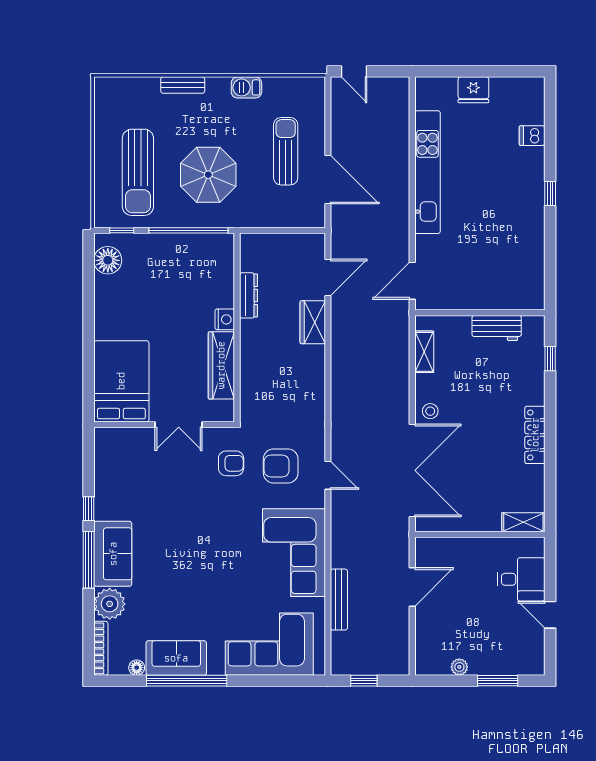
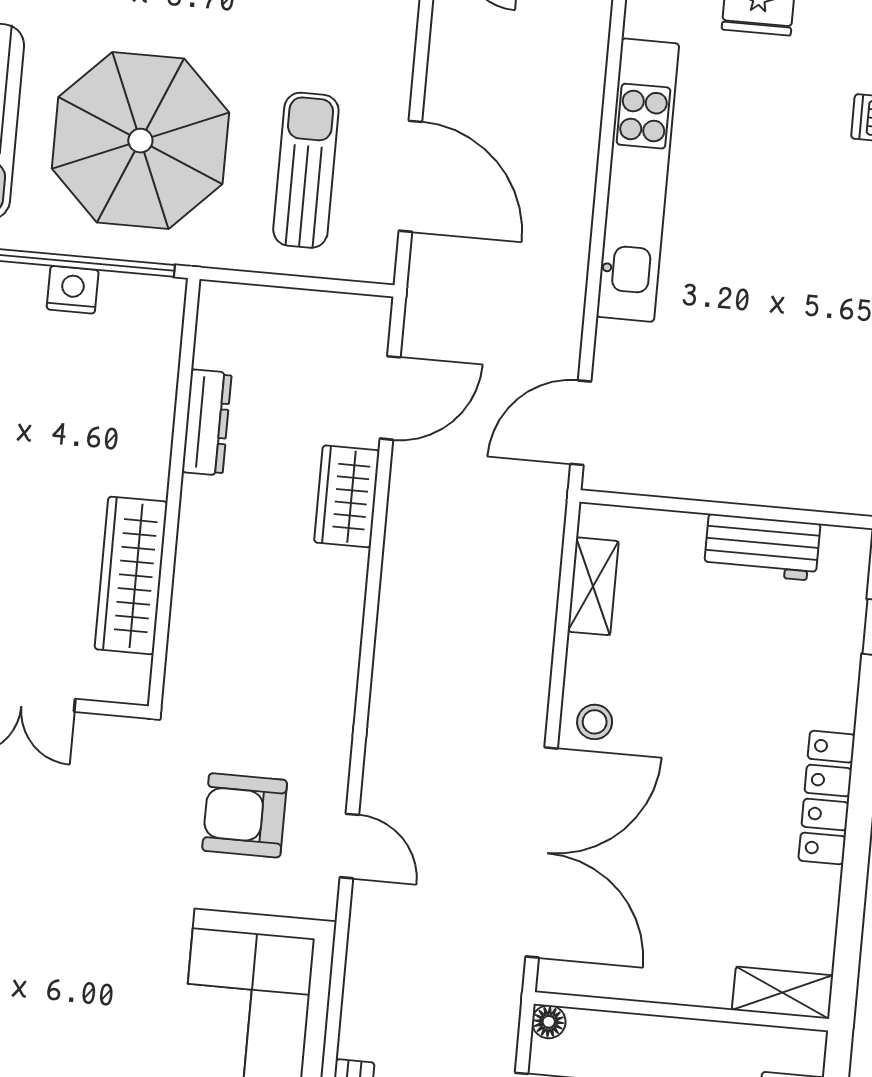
sun lounger: (286, 151) -> (306, 170), moved
parasol: (208, 175) -> (140, 141), width x1.36, depth x1.36
nightstand: (225, 319) -> (73, 290), moved, turned -90
armchair: (231, 463) -> (133, 799), removed
floor lamp: (422, 544) -> (549, 1022), added

